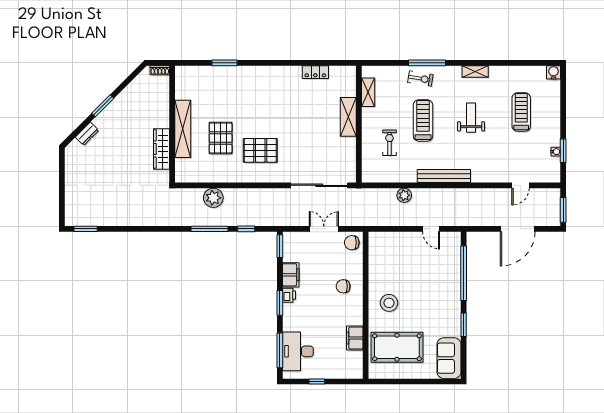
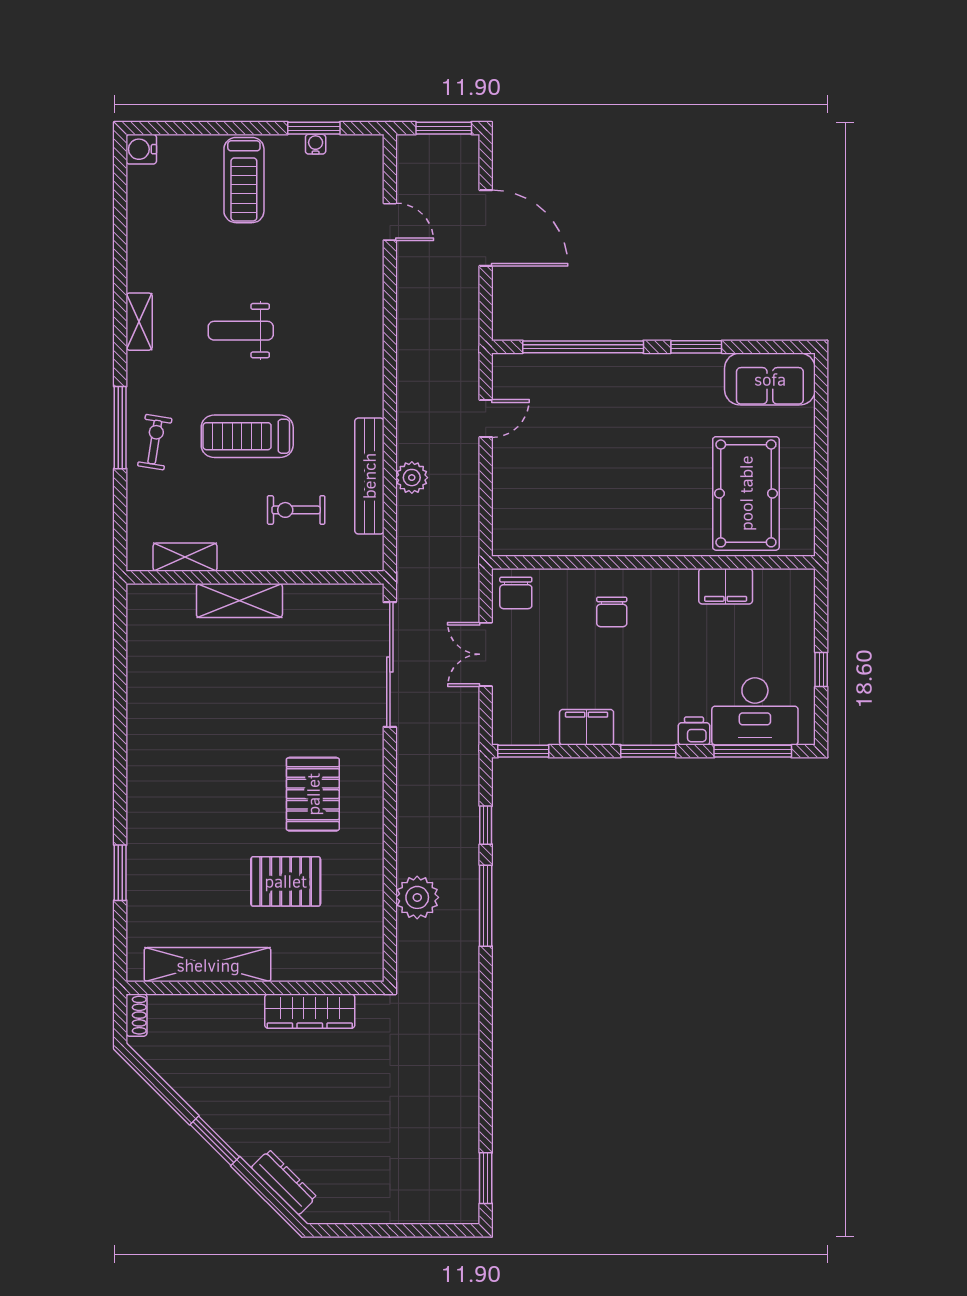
locker: (315, 72) -> (141, 673), removed
treadmill: (521, 112) -> (244, 180), moved, turned -90
shelving: (183, 129) -> (208, 965), moved
dresser: (87, 134) -> (284, 1182), width x1.44
bench: (444, 176) -> (369, 476), moved
printer: (289, 295) -> (694, 731), moved
stool: (389, 303) -> (648, 511), removed

